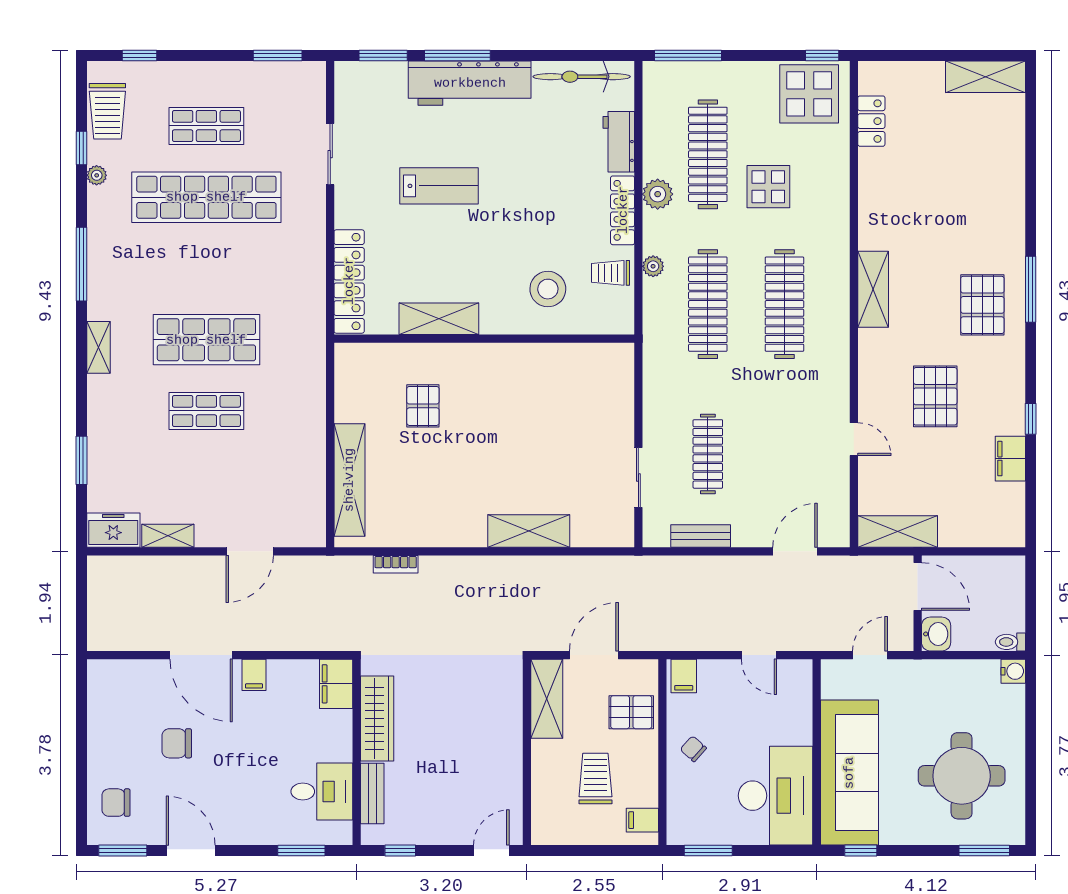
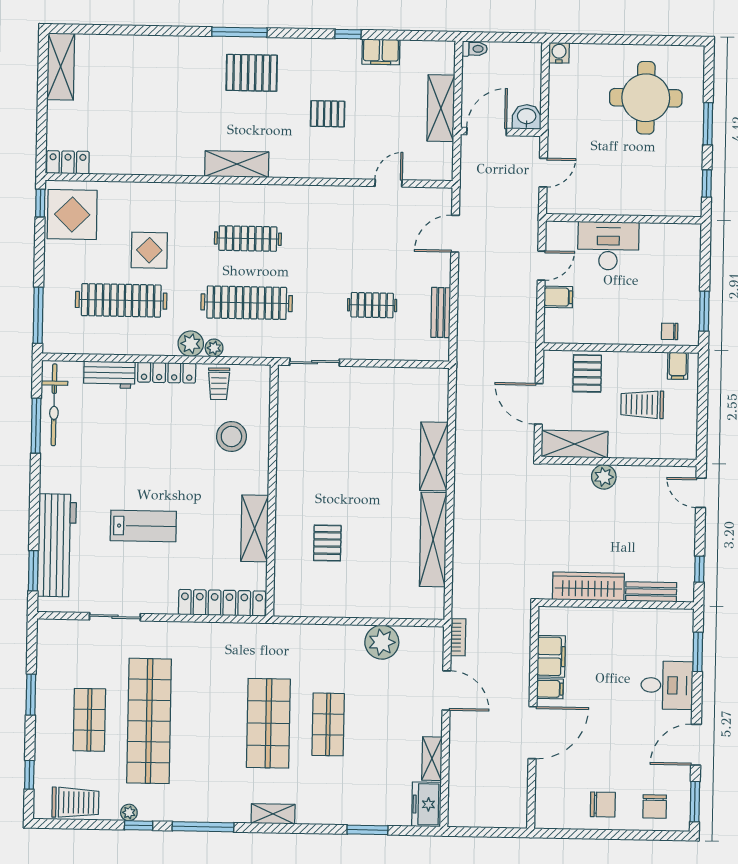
window: (278, 56) -> (31, 695), moved
window: (457, 56) -> (36, 426), moved
workbench: (470, 83) -> (57, 545), moved
locker: (871, 121) -> (68, 162), moved
window: (81, 148) -> (139, 825), moved
lab bench: (439, 186) -> (143, 526), turned 90
plant: (658, 194) -> (191, 344), moved
clothes rail: (784, 304) -> (248, 239), width x0.73, depth x0.76
pallet: (935, 396) -> (328, 114), width x0.67, depth x0.71
pallet: (423, 406) -> (327, 543), turned 90
door: (854, 439) -> (389, 183), moved
clothes rail: (708, 454) -> (372, 305), width x0.73
plant: (306, 473) -> (382, 642), added
sliding door: (638, 478) -> (315, 362), moved
shelving: (349, 480) -> (433, 540), moved, turned 90
shelving: (898, 532) -> (441, 108), moved
door: (795, 551) -> (455, 234), hinge flipped
bookcase: (396, 564) -> (458, 637), moved
toilet: (1010, 642) -> (475, 49), moved, turned -90
door: (870, 655) -> (543, 173), swing flipped
filing cabinet: (684, 676) -> (558, 297), moved
filing cabinet: (336, 684) -> (551, 656), moved, turned -90
plant: (508, 734) -> (604, 477), added
chair: (177, 743) -> (603, 804), moved, turned -90
chair: (693, 749) -> (670, 331), moved, turned 48
sofa: (849, 773) -> (641, 192), removed
desk: (322, 792) -> (667, 685), moved, turned 90
desk: (776, 796) -> (608, 246), moved, width x0.73, depth x0.77
window: (984, 850) -> (708, 124), moved

